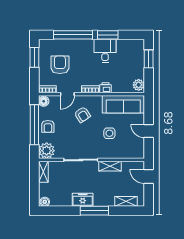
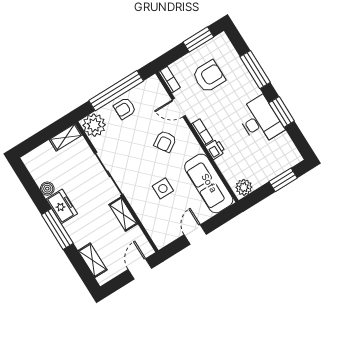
window: (73, 35) -> (255, 70), width x0.68
desk: (105, 51) -> (260, 121), width x1.37
floor lamp: (44, 101) -> (152, 84), removed
boiler: (45, 202) -> (47, 189), moved

